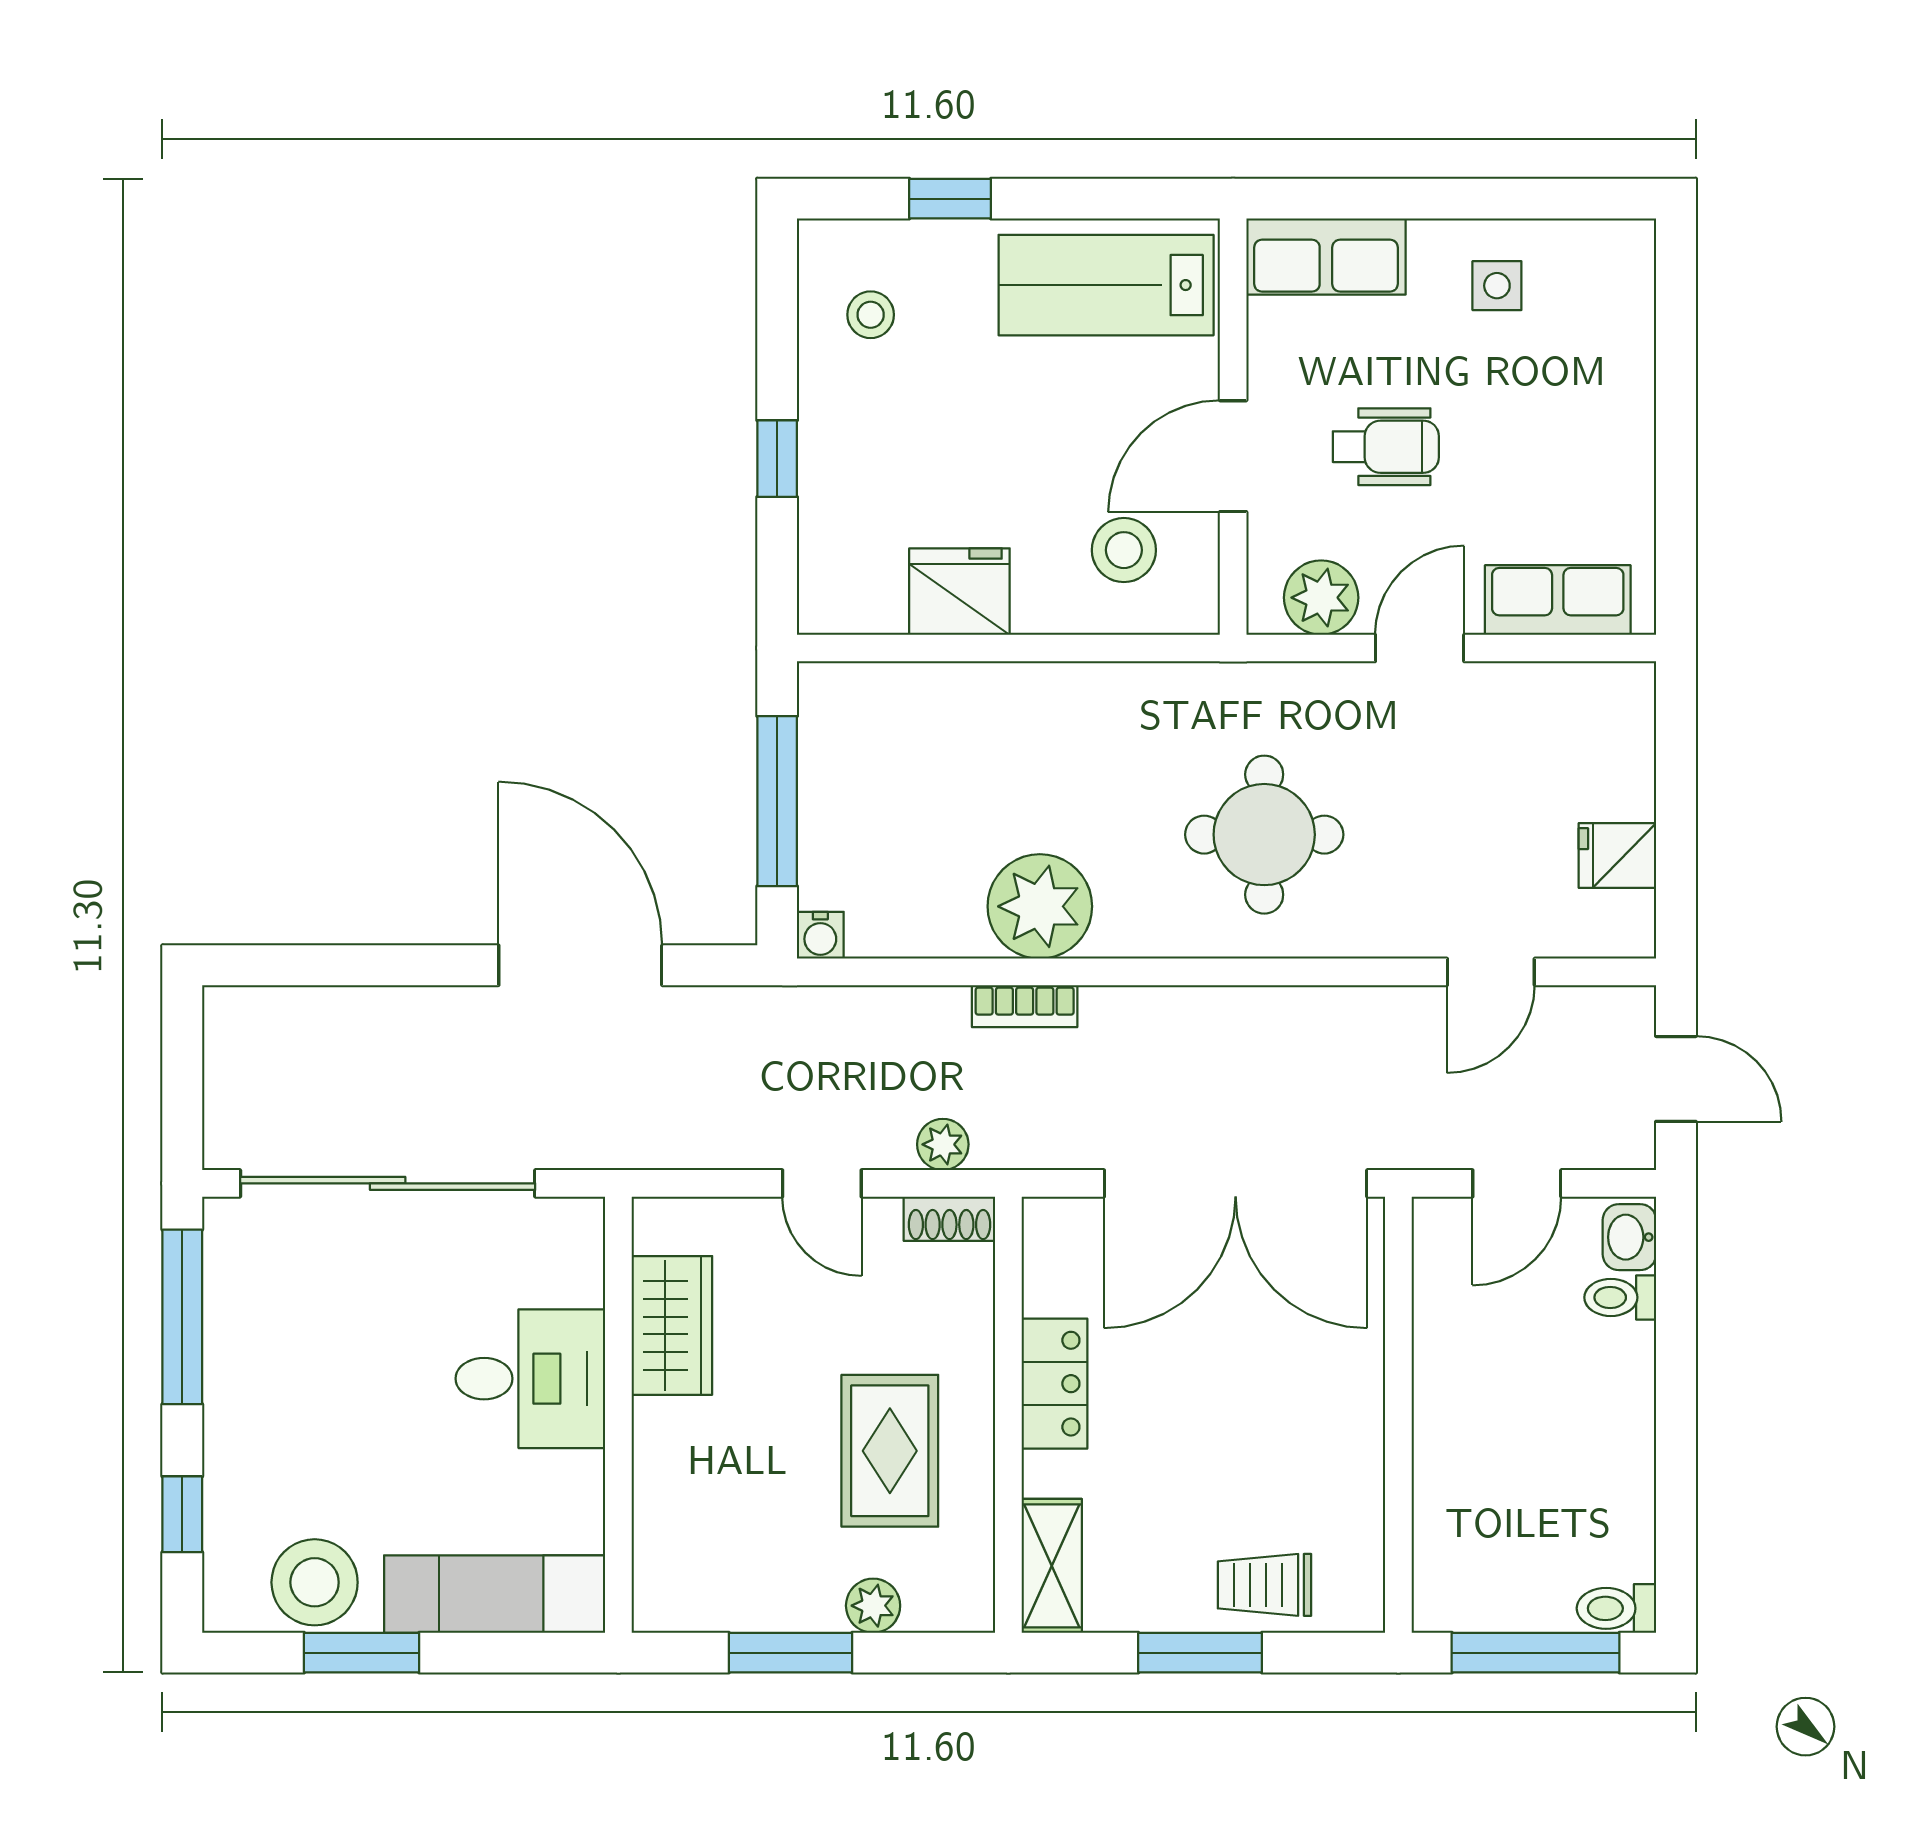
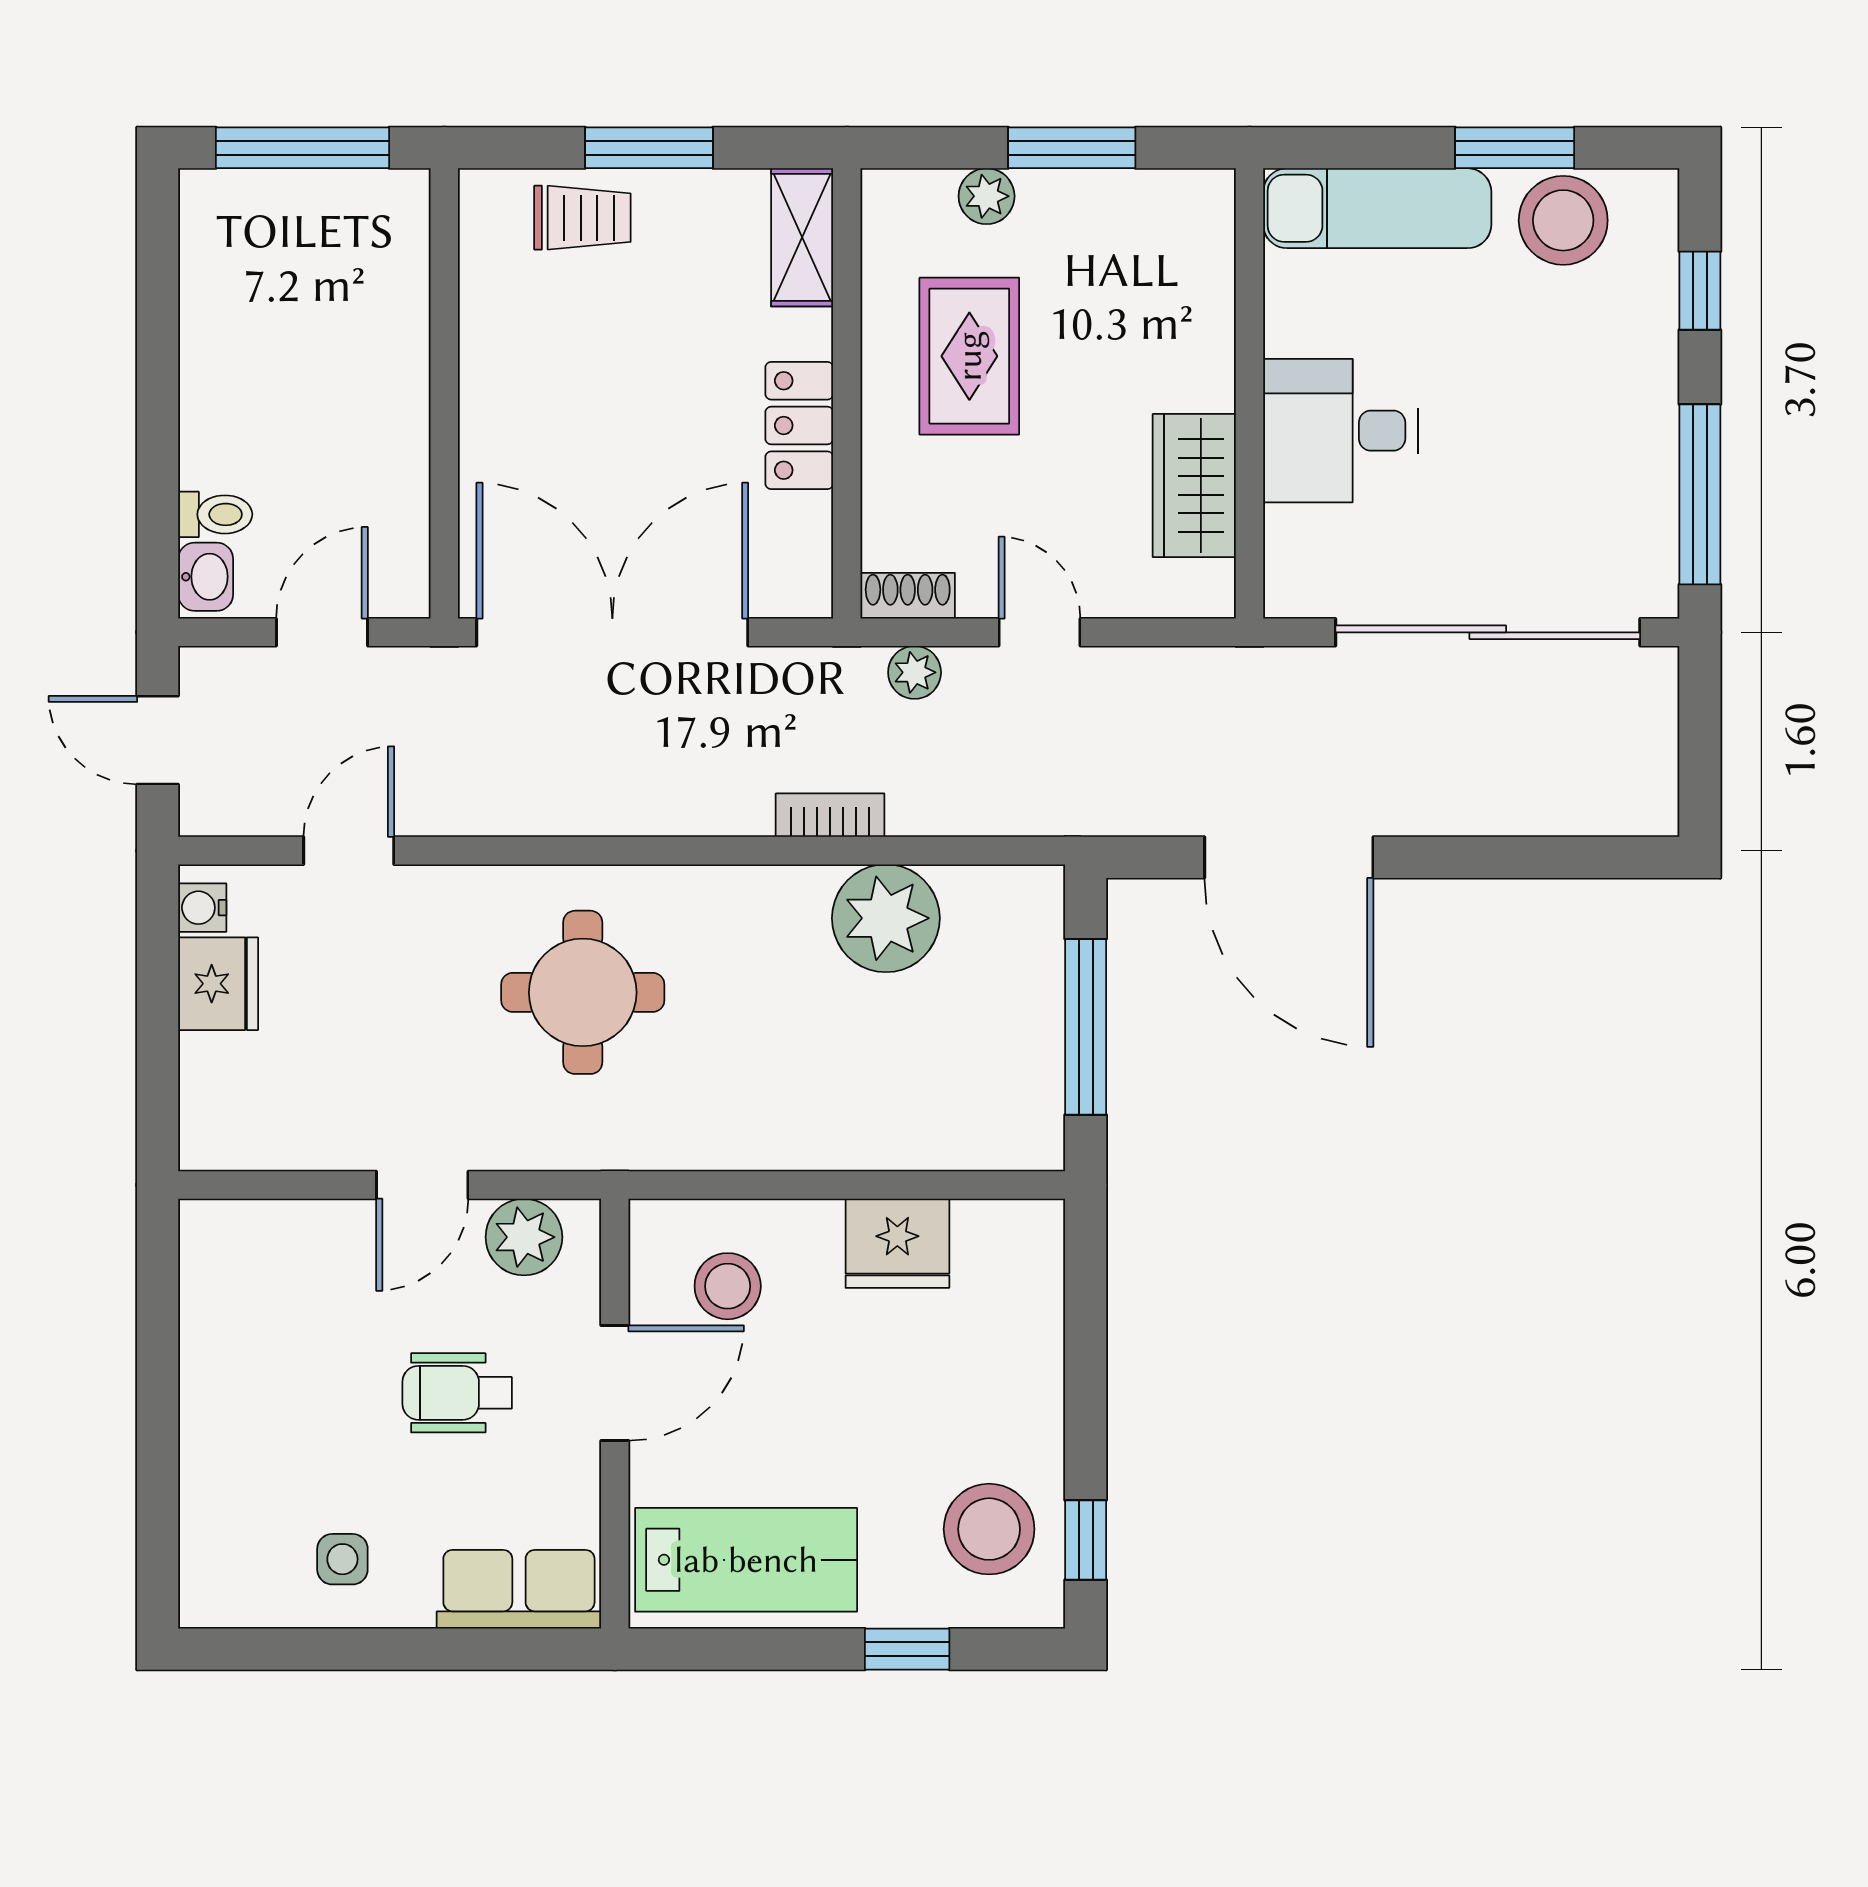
stool: (871, 315) -> (989, 1529), width x1.89, depth x1.89
window: (777, 459) -> (1086, 1540), moved
row of seats: (1558, 600) -> (280, 1235), removed
fridge: (1617, 856) -> (218, 984), width x1.38
plant: (1040, 906) -> (886, 918), moved
water cooler: (820, 935) -> (202, 908), moved, turned -90
toilet: (1616, 1608) -> (219, 193), removed

